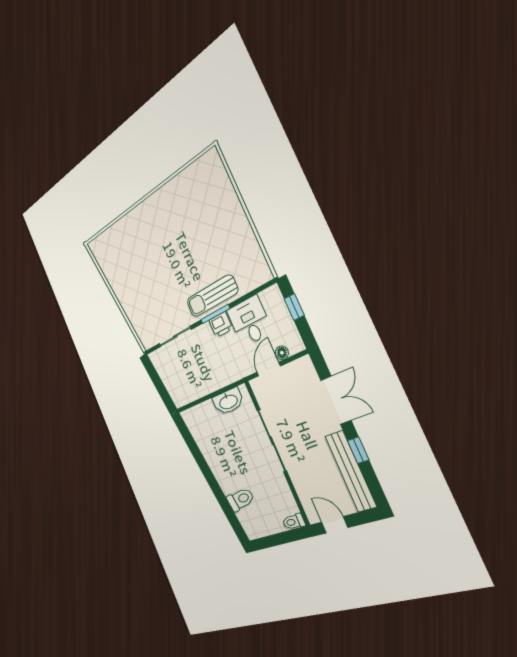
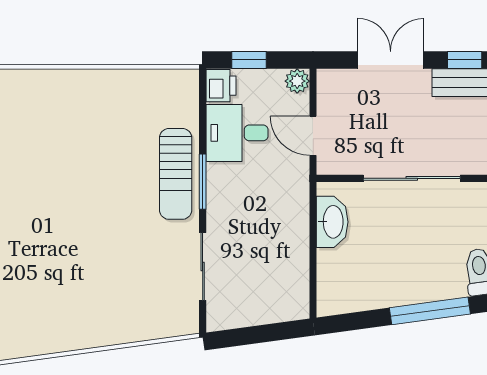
printer: (221, 325) -> (221, 86), moved
plant: (296, 344) -> (297, 81), added
floor lamp: (282, 353) -> (300, 106), removed
window: (209, 476) -> (430, 311), added

